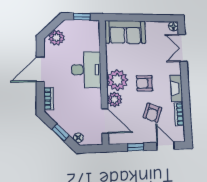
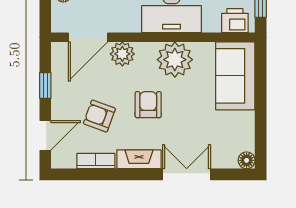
printer: (92, 32) -> (235, 21), added
double door: (183, 48) -> (187, 174), moved
plant: (117, 80) -> (175, 60), moved

